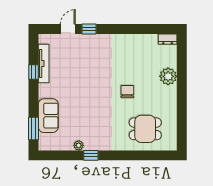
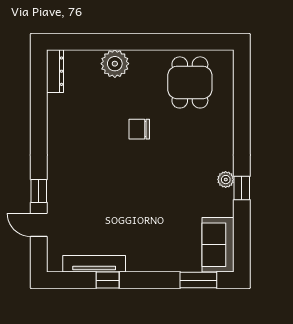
dresser: (168, 39) -> (55, 71), width x1.44
sofa: (48, 116) -> (218, 245), moved, turned -90
dining table: (145, 129) -> (190, 82), moved
plant: (79, 145) -> (226, 180), moved

